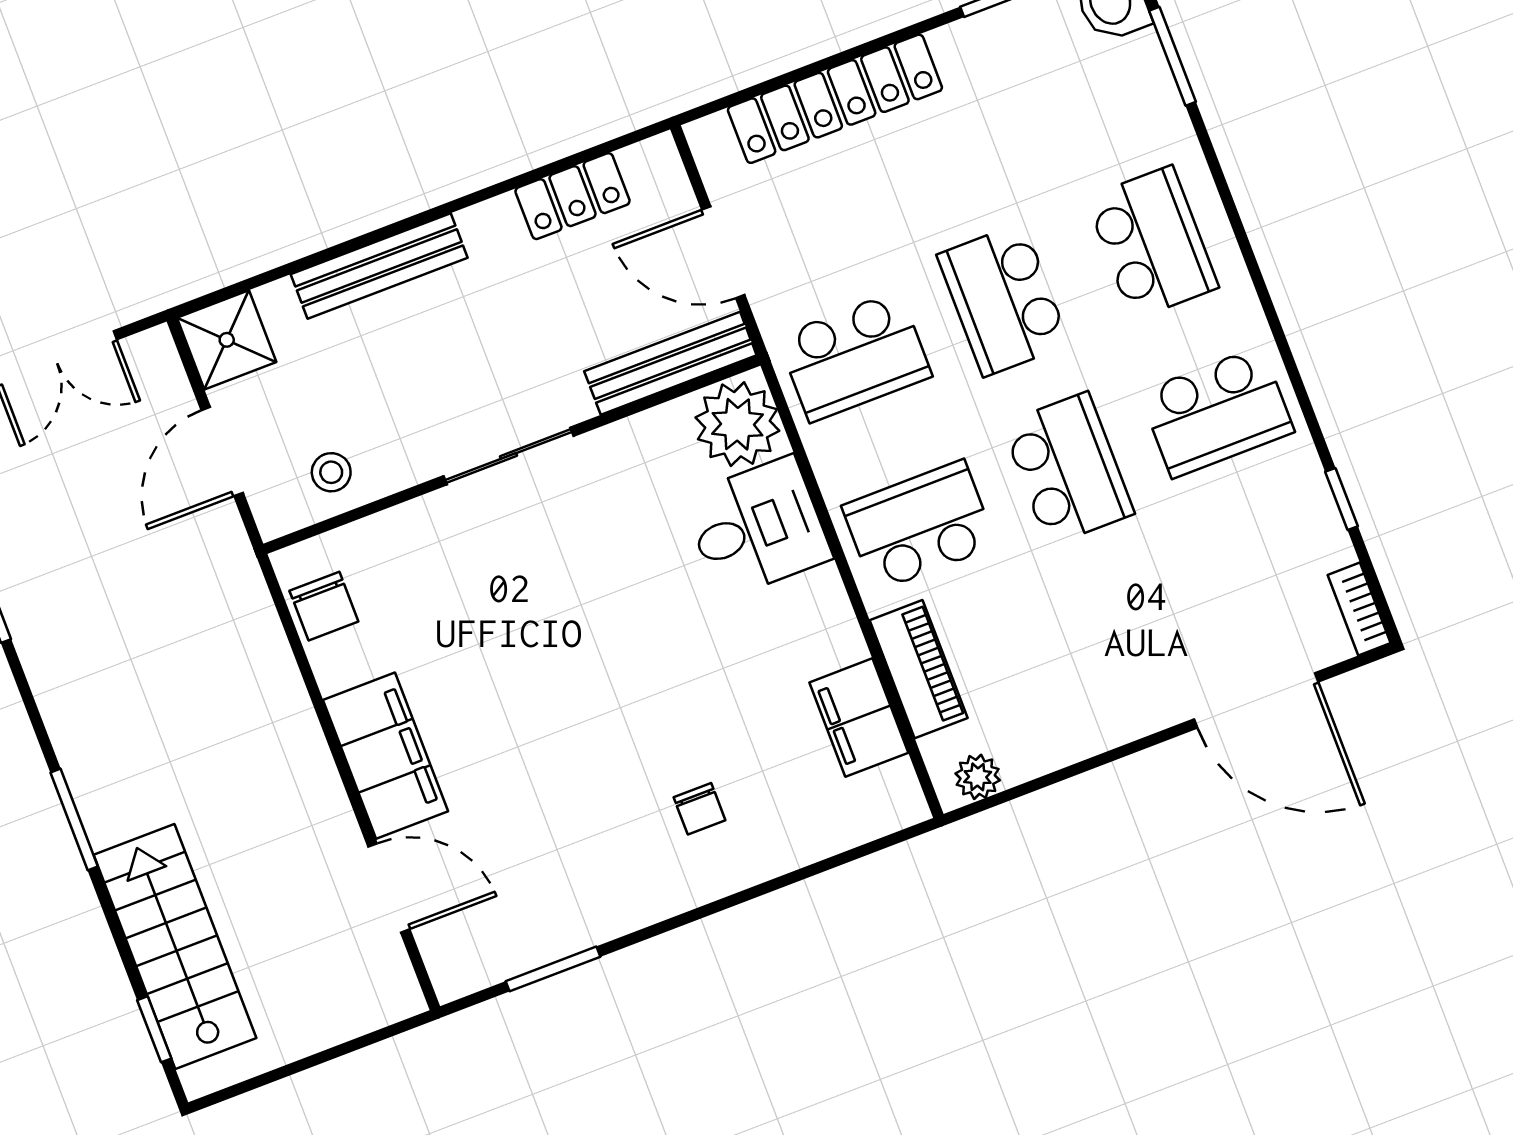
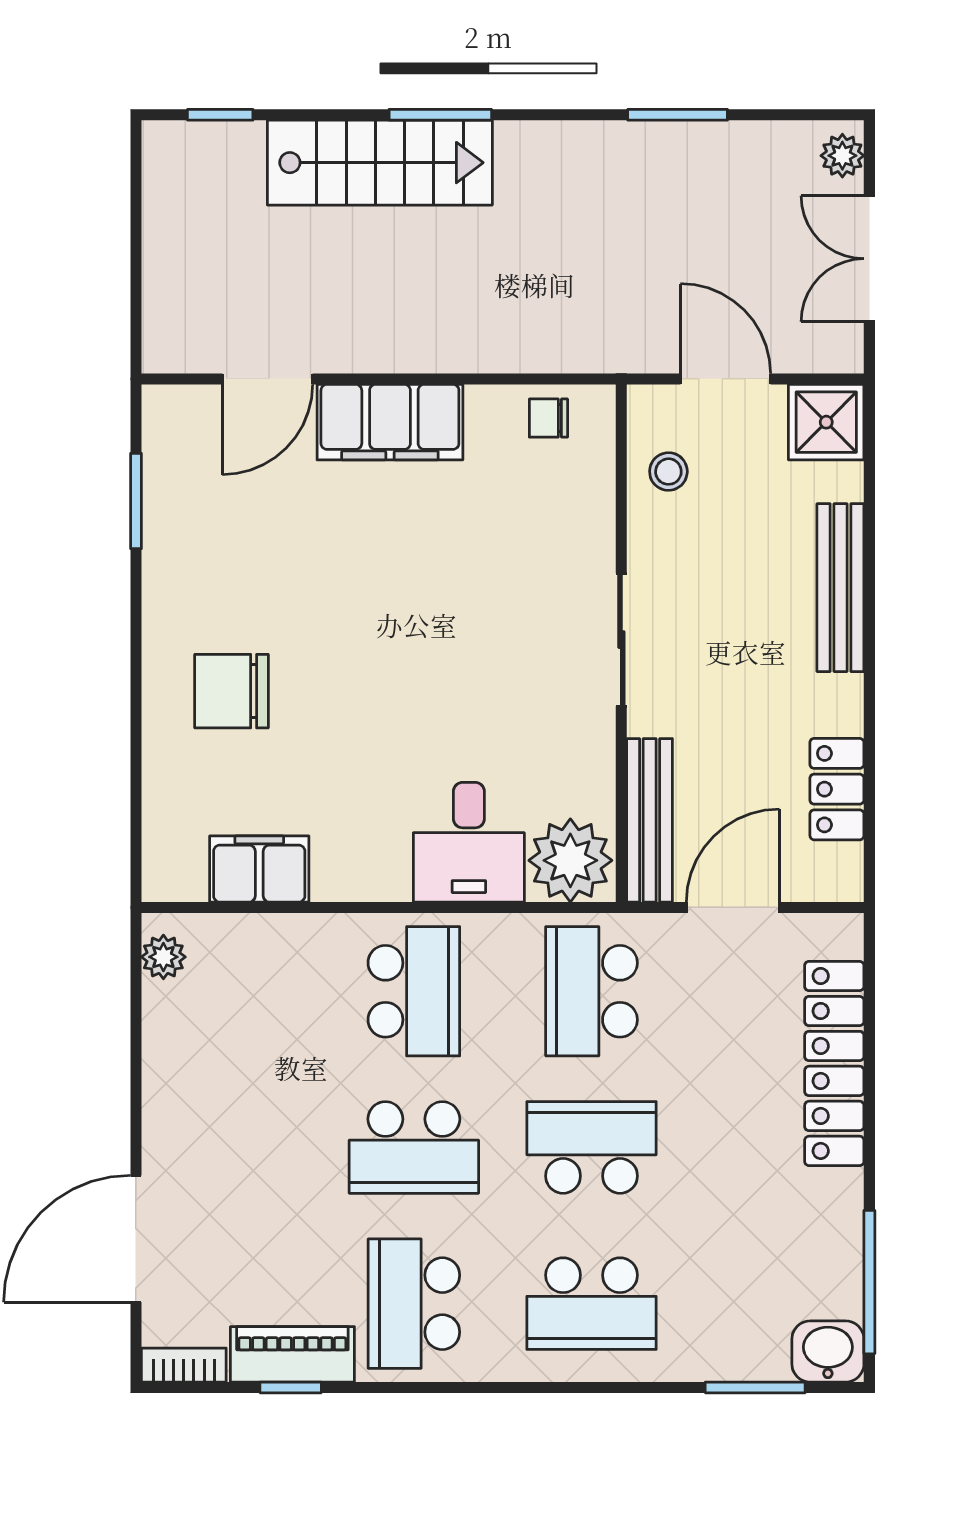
chair: (324, 606) -> (548, 418), width x0.73, depth x0.73
piano: (919, 669) -> (292, 1354), moved, turned 180
chair: (699, 809) -> (231, 691), width x1.87, depth x1.87
stairs: (175, 946) -> (380, 163), moved

